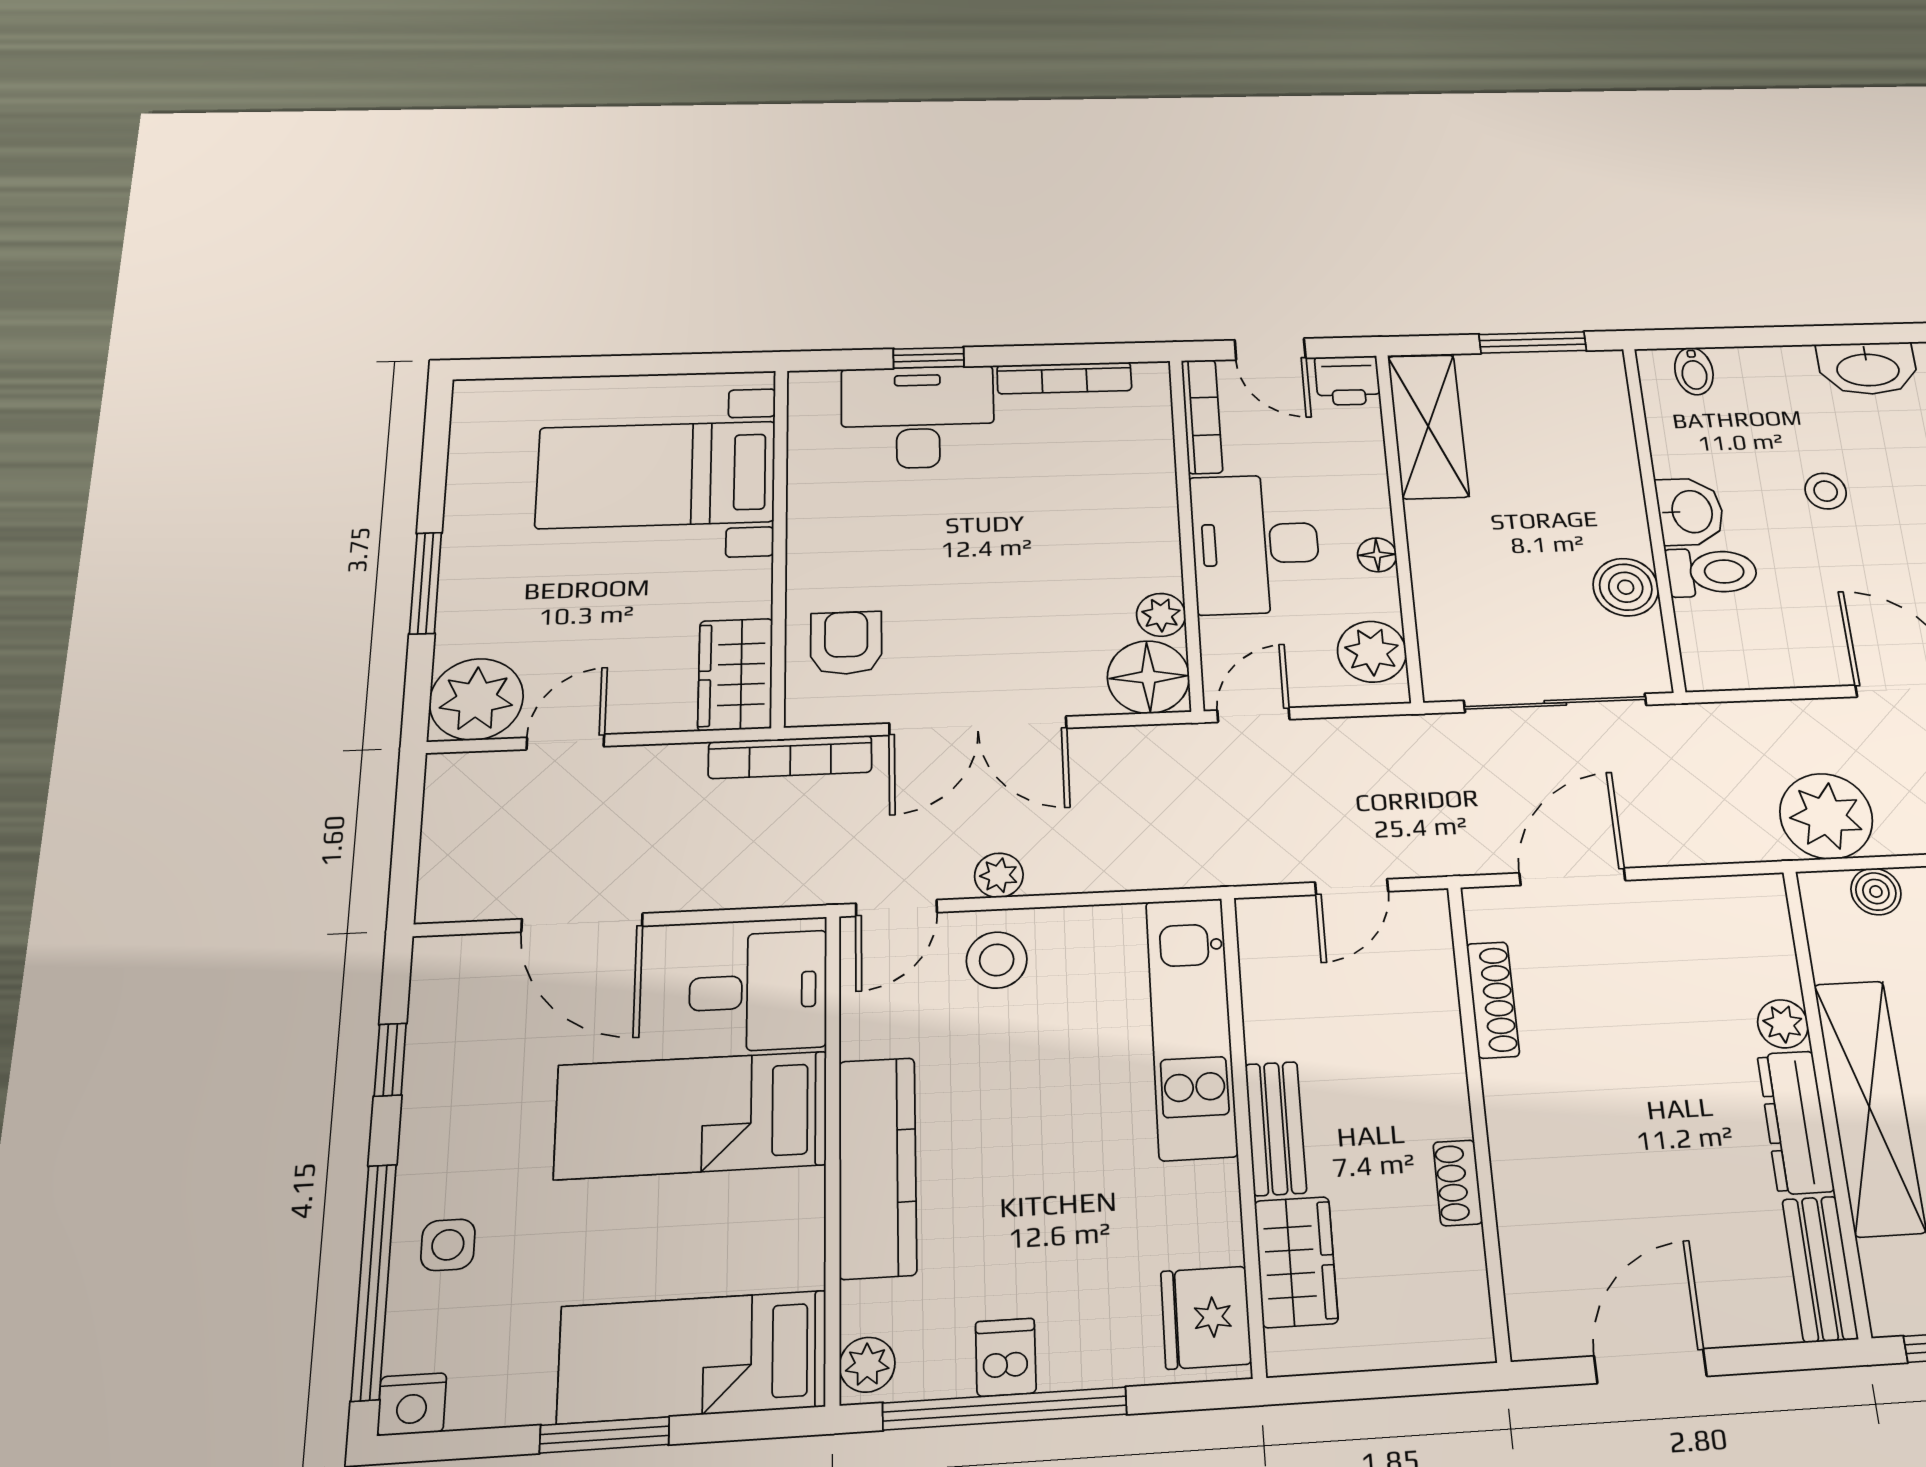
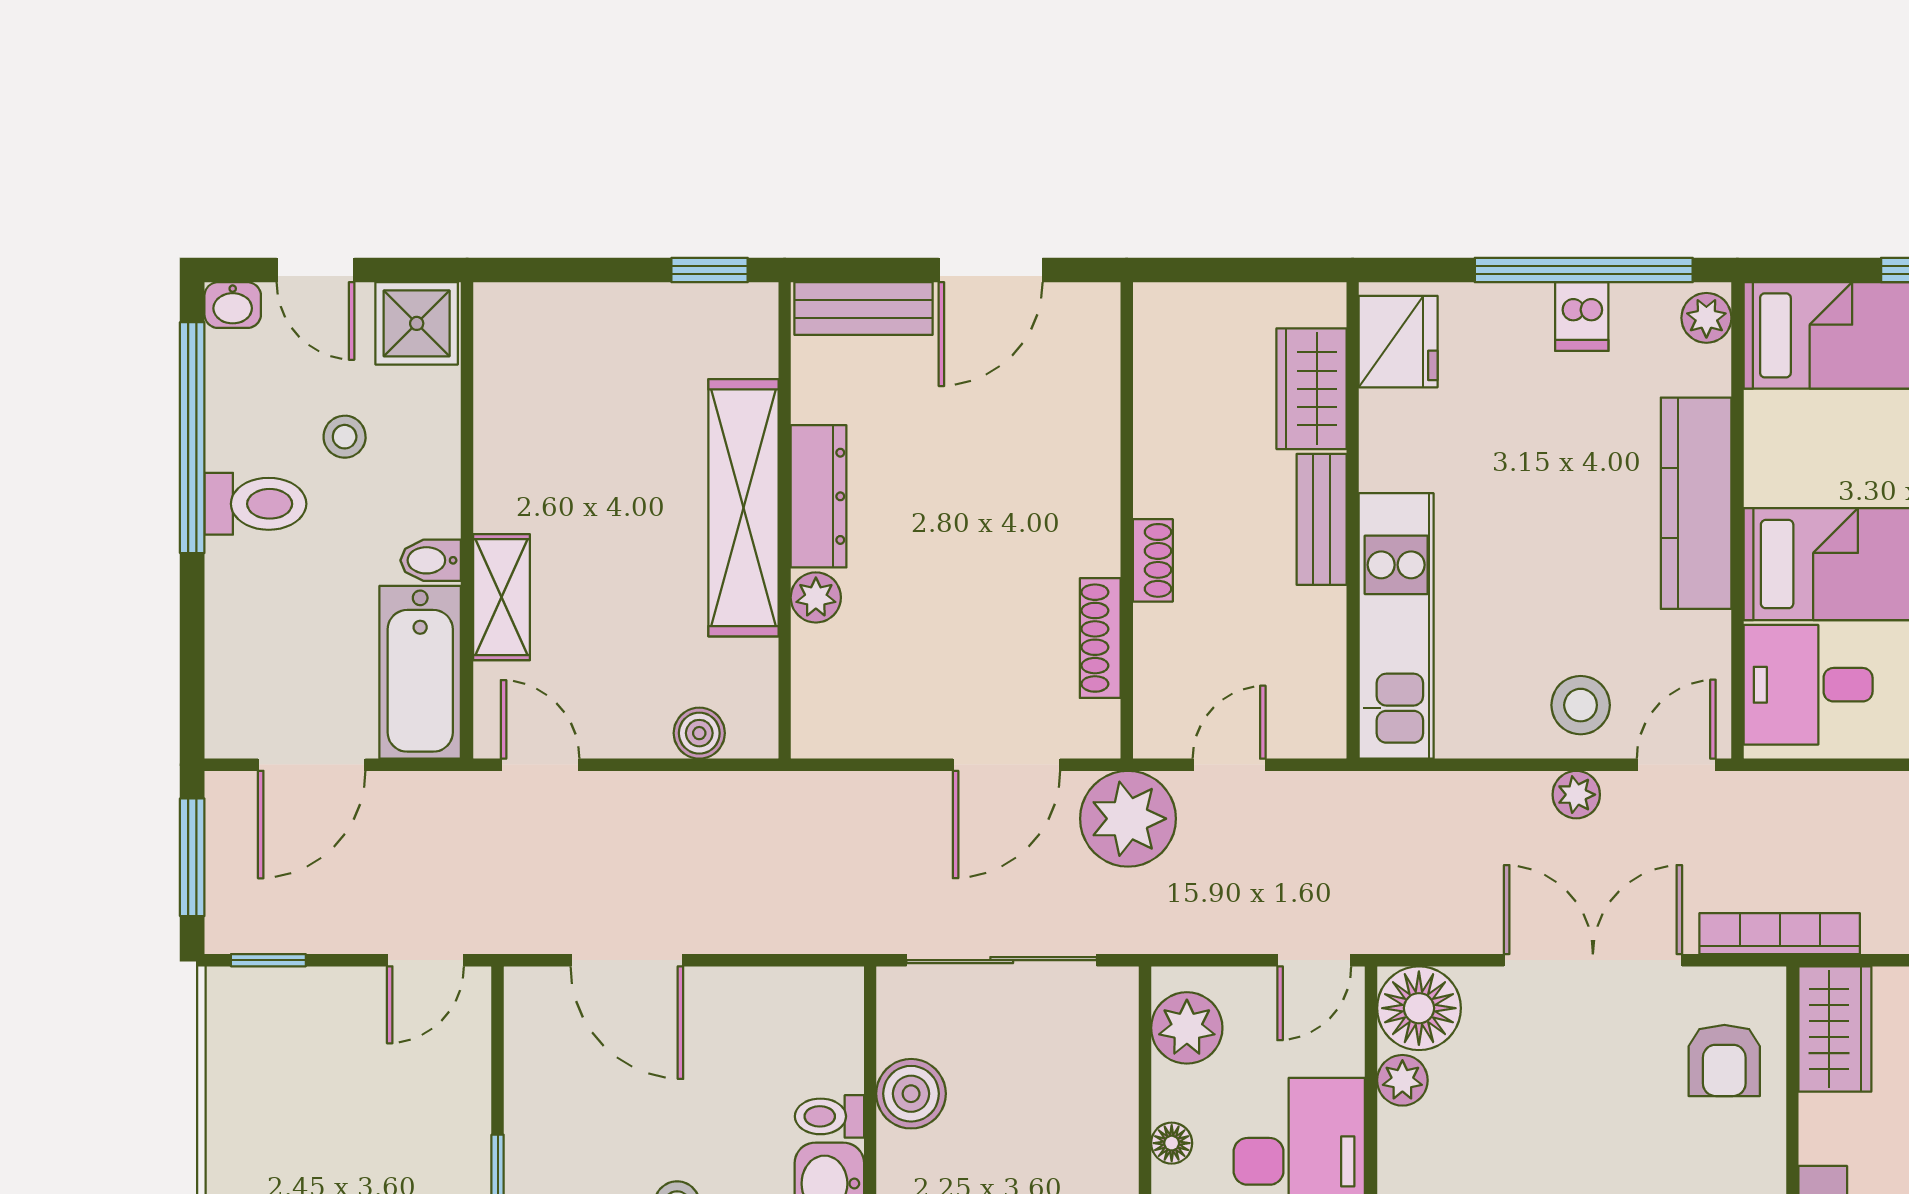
toilet: (1712, 572) -> (829, 1116), width x0.73, depth x0.72
plant: (1826, 816) -> (1128, 819), moved
shoe rack: (1458, 1183) -> (1153, 560), moved
bench: (1820, 1269) -> (863, 309), moved, turned 90

